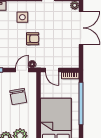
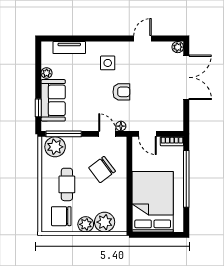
door: (22, 70) -> (107, 134), hinge flipped
chair: (18, 97) -> (102, 169), turned 63

